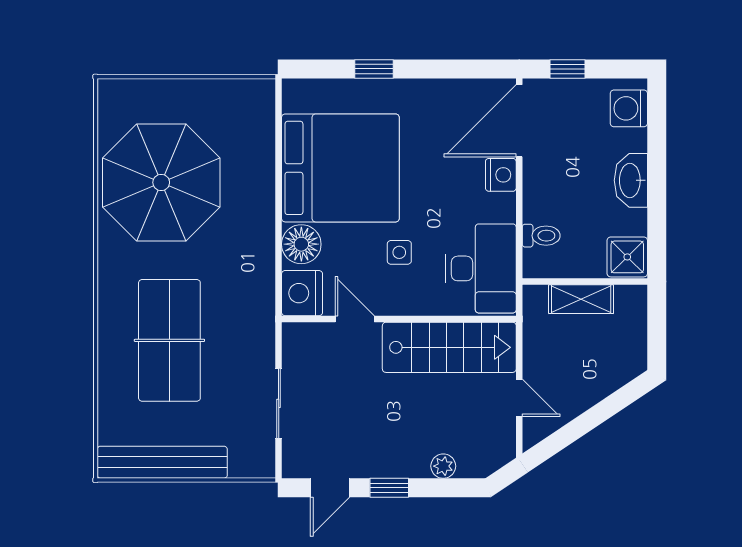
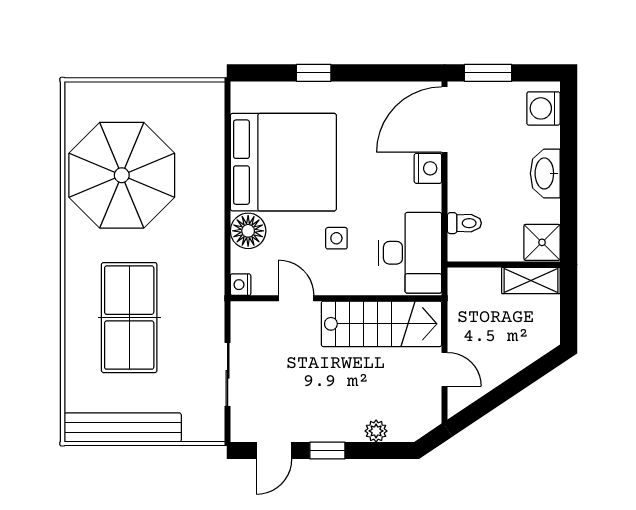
window: (567, 69) -> (488, 73), width x1.50
nightstand: (302, 293) -> (241, 285), width x0.53, depth x0.56
shelving: (581, 299) -> (531, 280), moved

